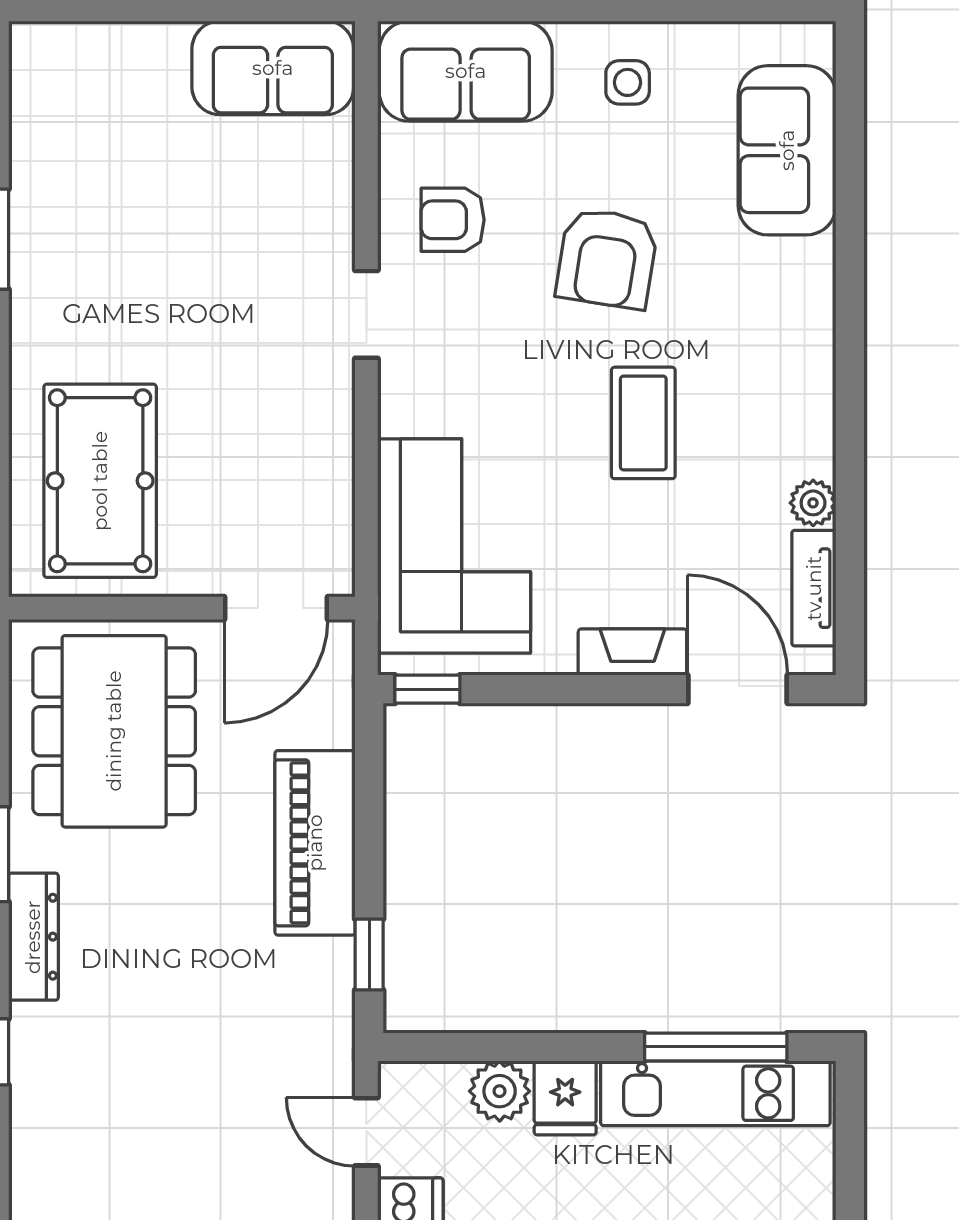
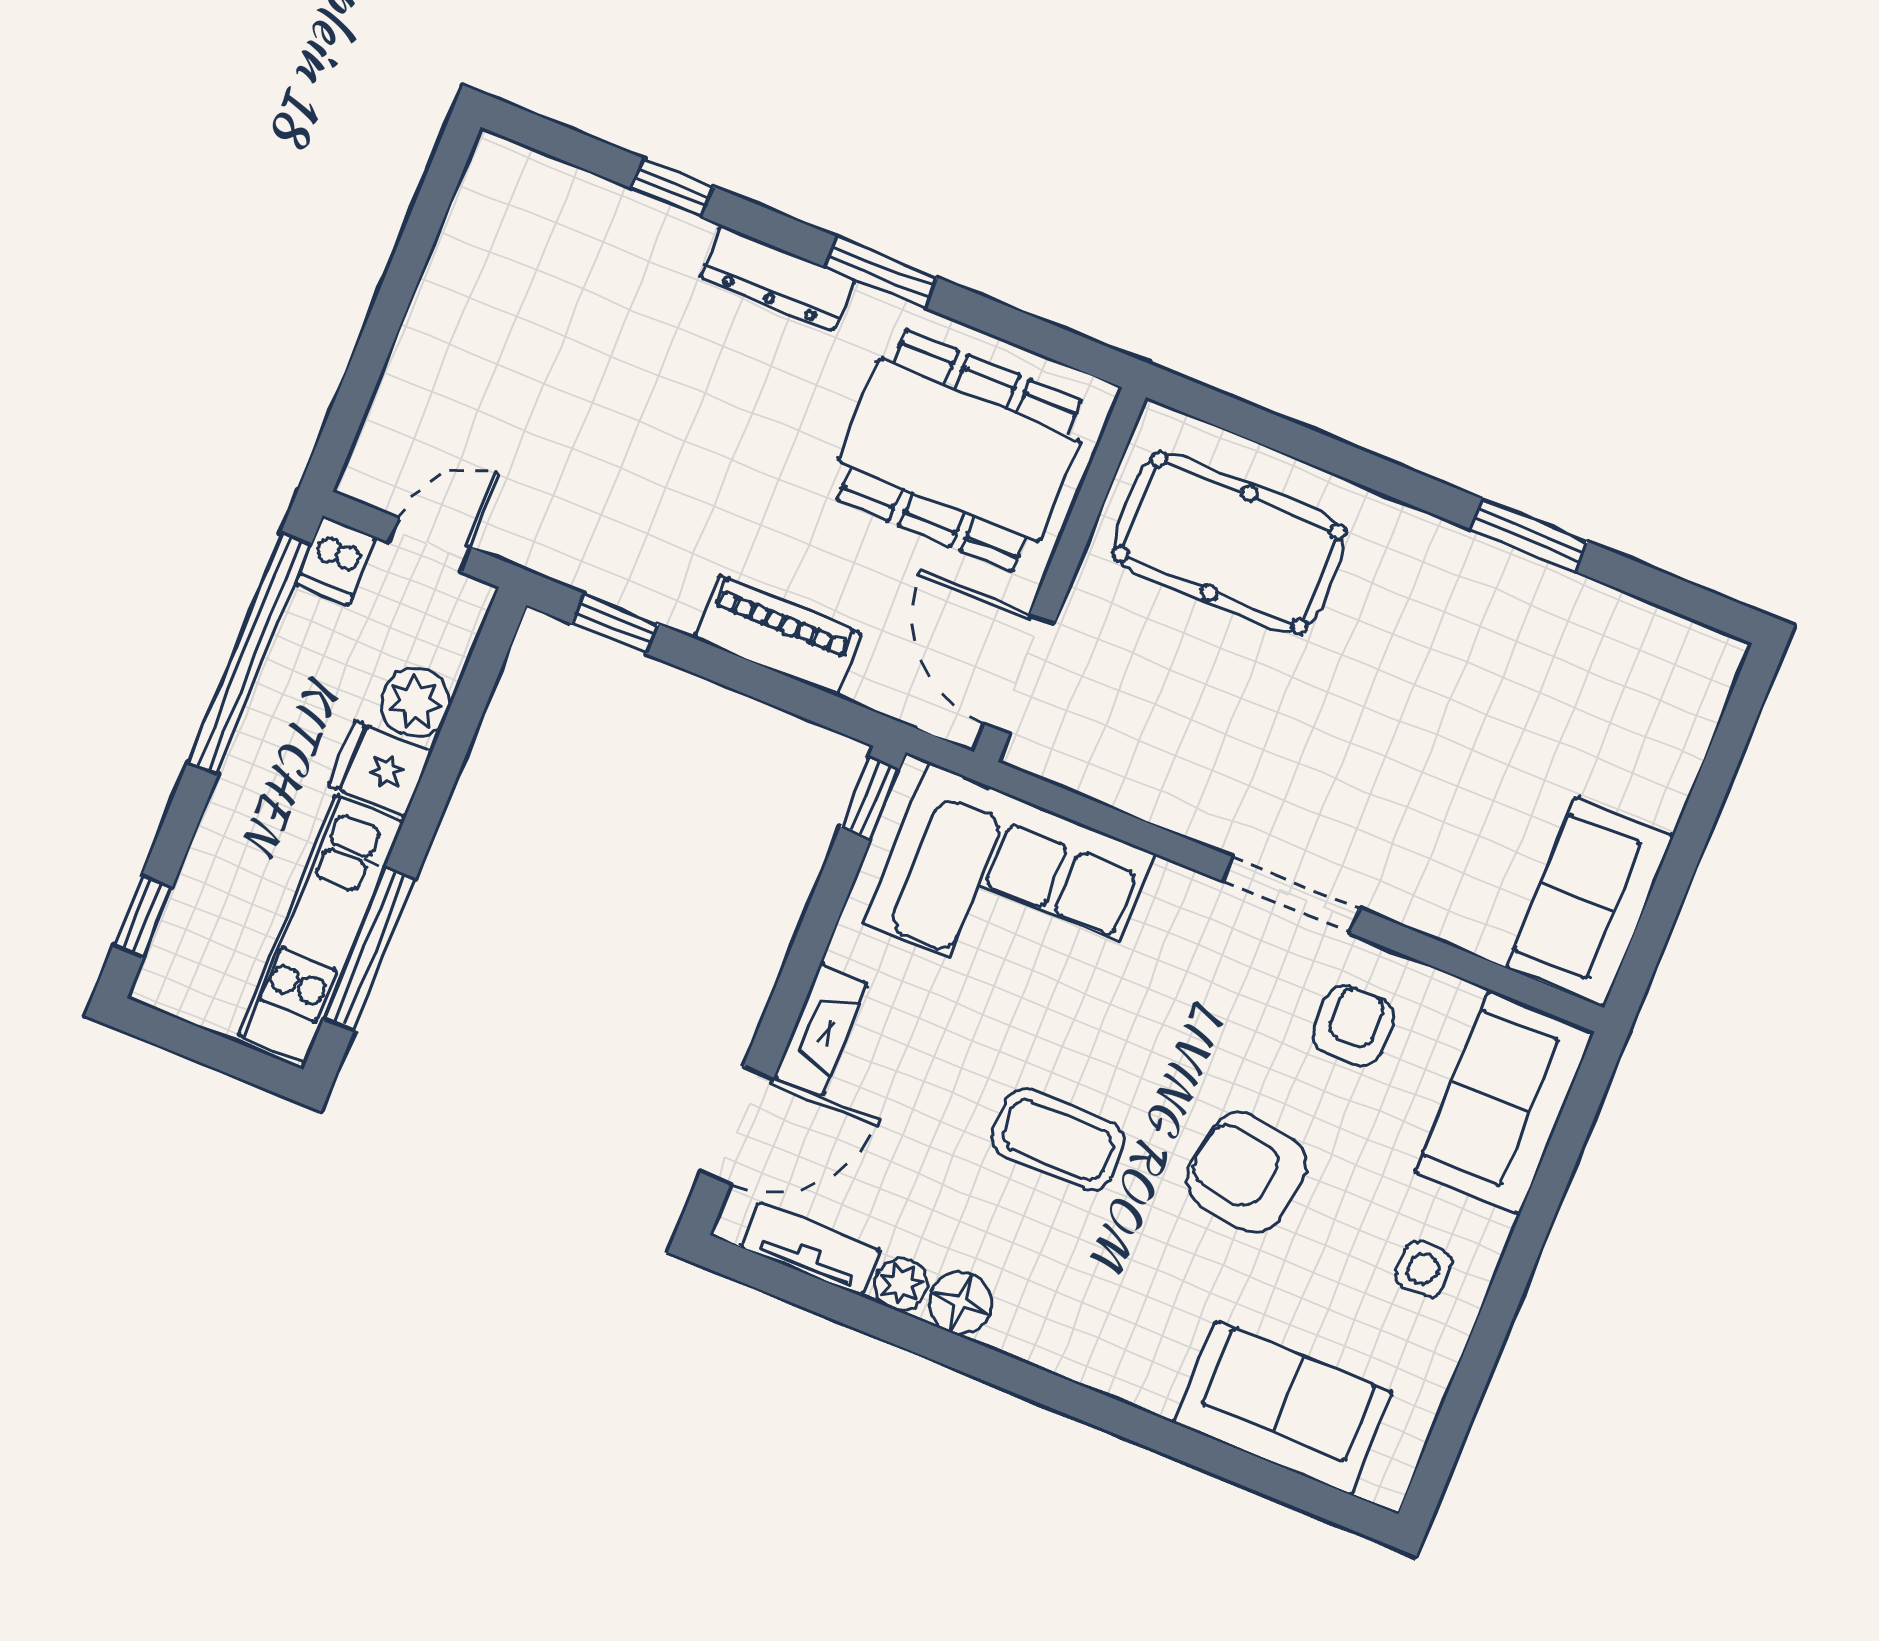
doorway: (366, 314) -> (1290, 895), width x1.38
floor lamp: (808, 448) -> (961, 1303), added
piano: (315, 843) -> (778, 635), width x0.73, depth x0.75

